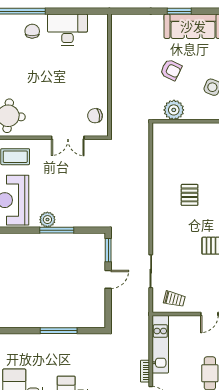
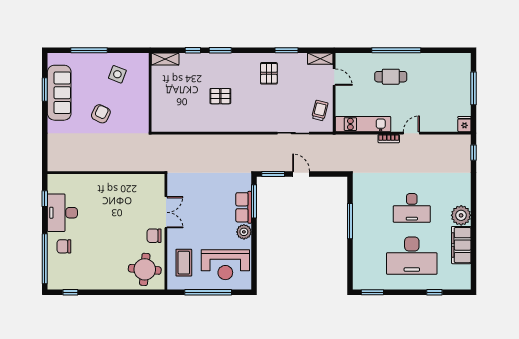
window: (82, 11) -> (45, 199), added
window: (179, 11) -> (45, 90), moved
plant: (174, 110) -> (139, 111), removed
chair: (95, 116) -> (154, 236), moved, turned 99
row of seats: (73, 219) -> (244, 207), added
window: (57, 230) -> (254, 201), moved

